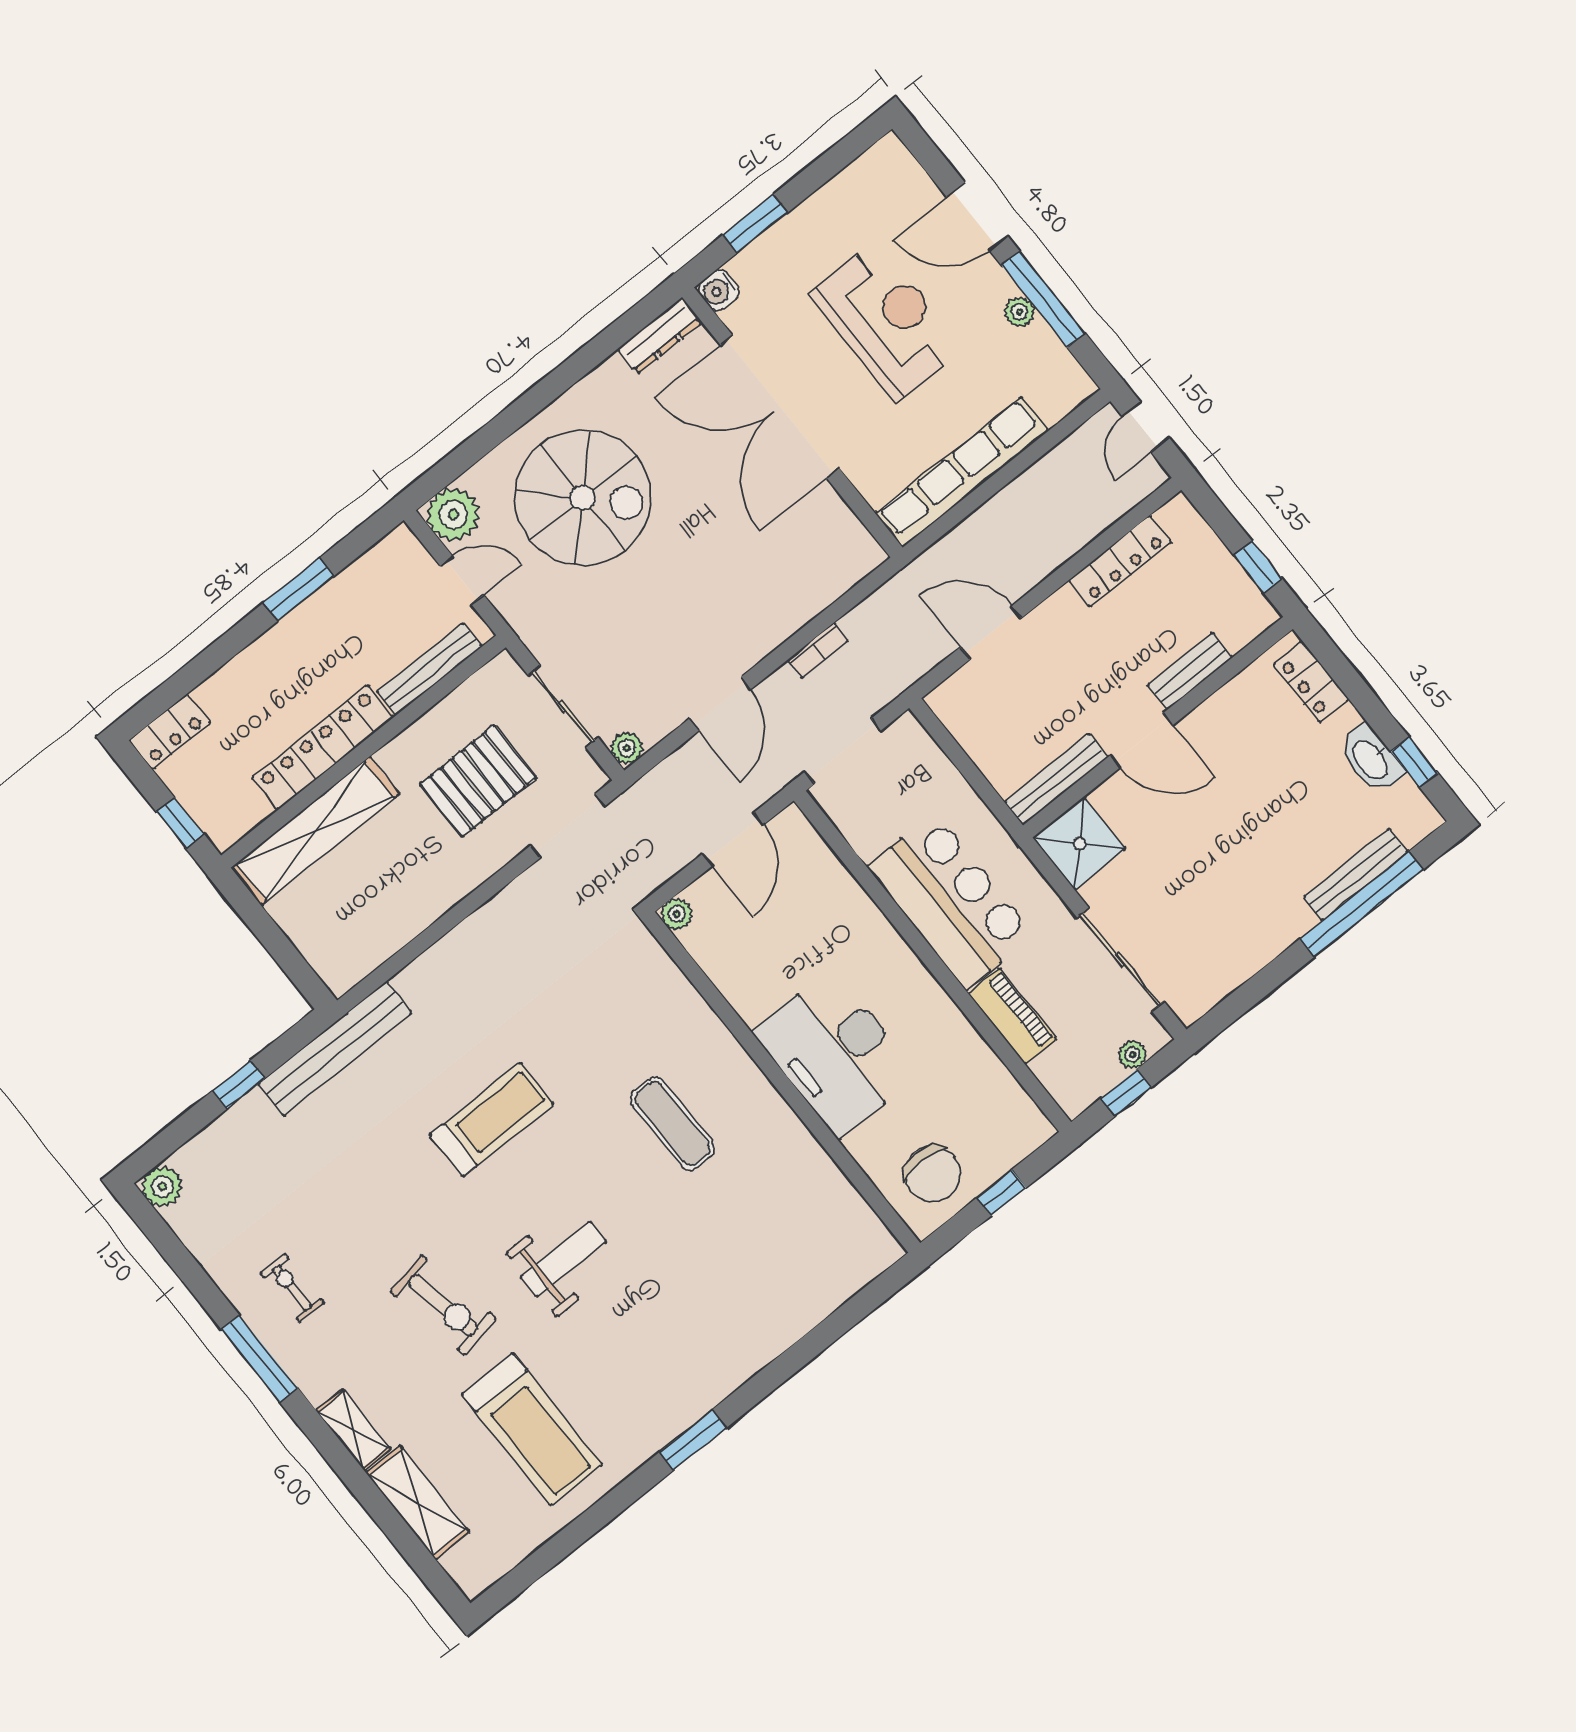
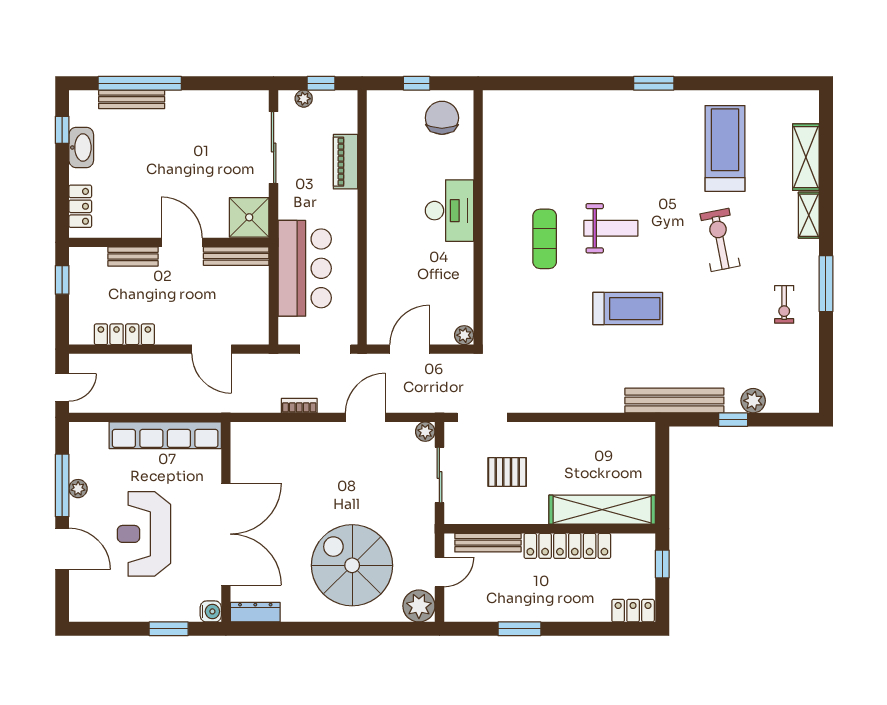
door: (462, 580) -> (439, 572), swing flipped
pallet: (478, 781) -> (507, 472), width x0.67, depth x0.71
bar counter: (951, 901) -> (305, 268), moved, turned 180
desk: (835, 1053) -> (449, 211), width x0.73, depth x0.77
treadmill: (492, 1119) -> (628, 309), turned 180
plant: (162, 1186) -> (753, 401), moved
weight bench: (563, 1259) -> (611, 228), moved, turned 180

